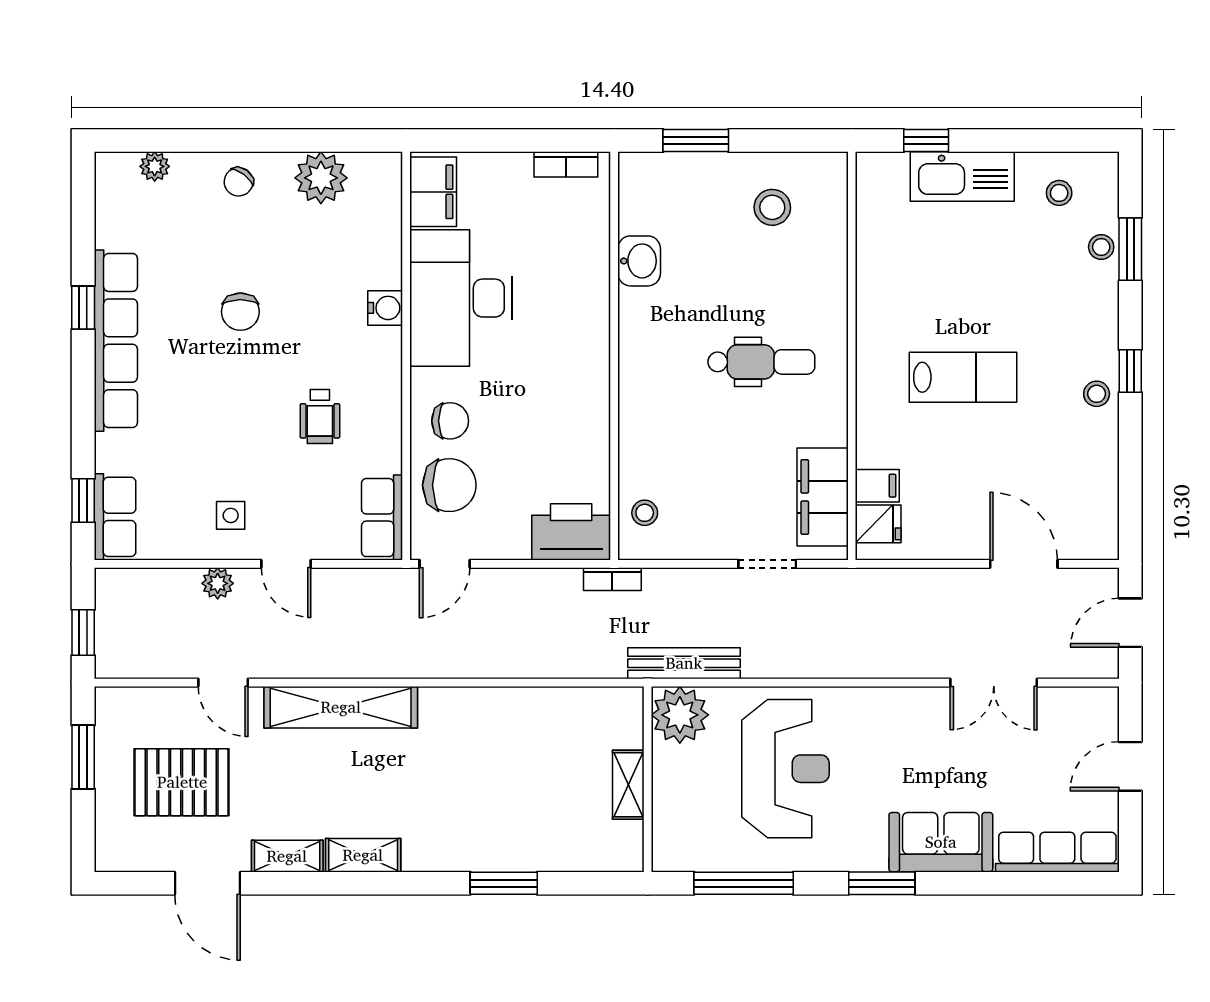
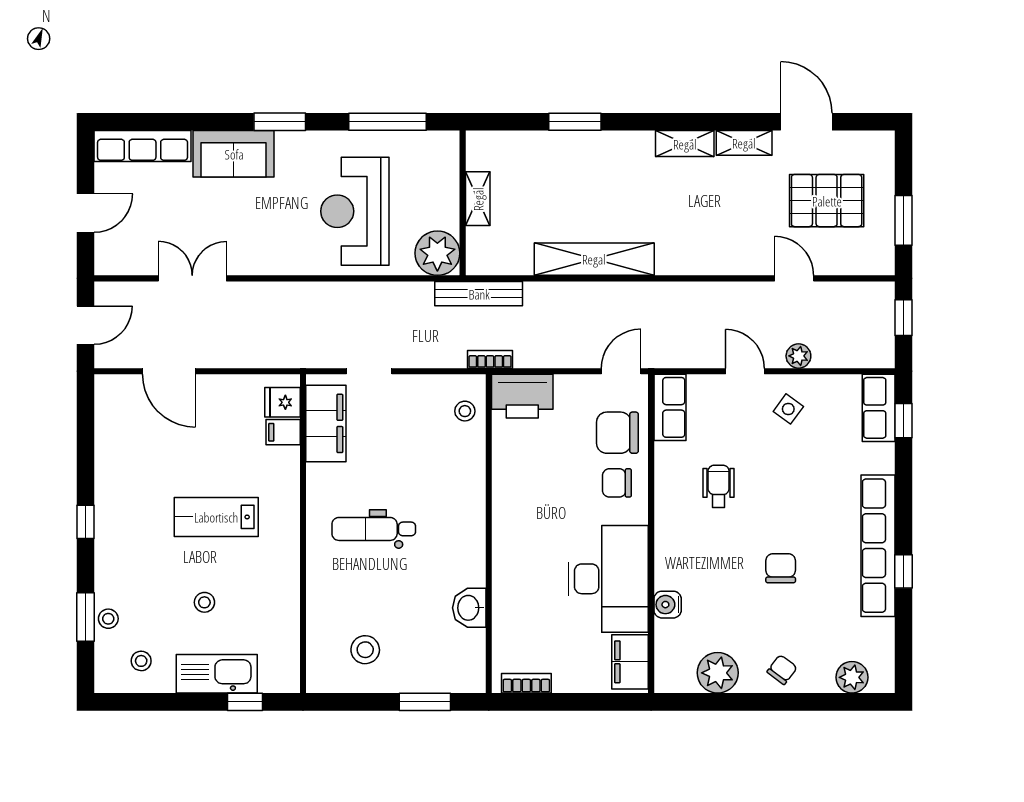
plant: (155, 166) -> (852, 677), width x1.38, depth x1.38
water cooler: (385, 308) -> (668, 605), moved
stool: (1097, 394) -> (204, 602), moved
side table: (231, 515) -> (788, 409), turned 36
bench: (684, 663) -> (479, 294), moved
shelving: (341, 707) -> (594, 259), moved

